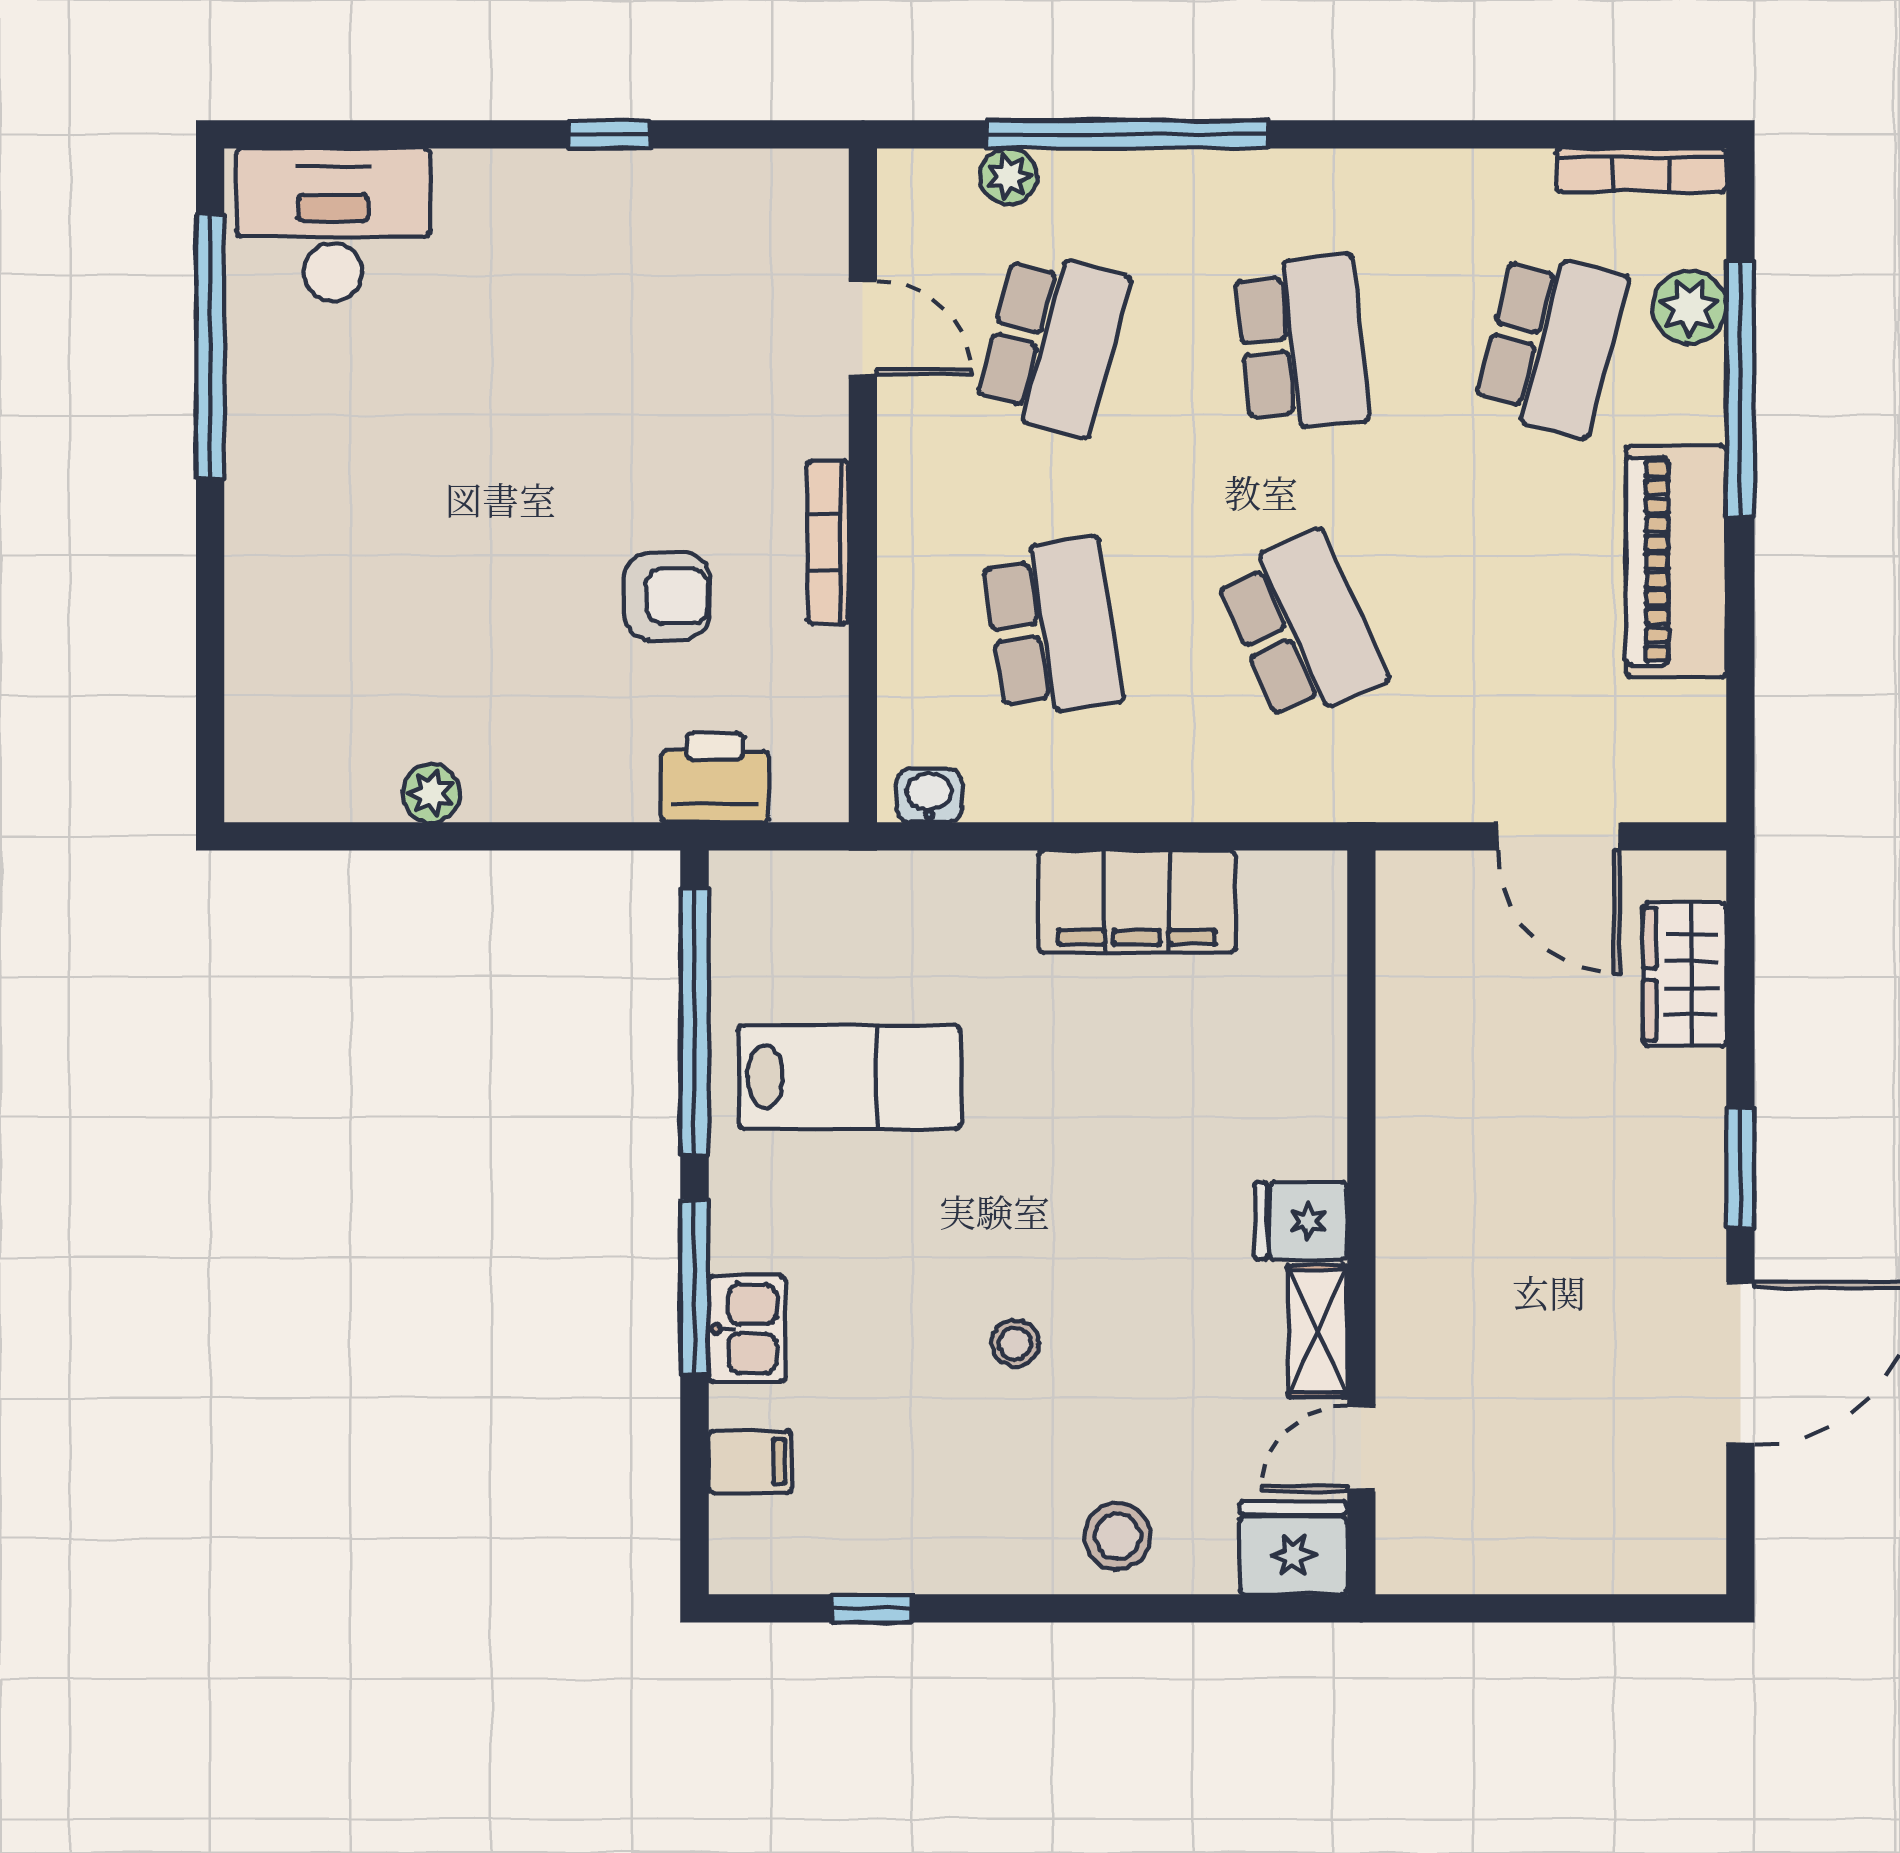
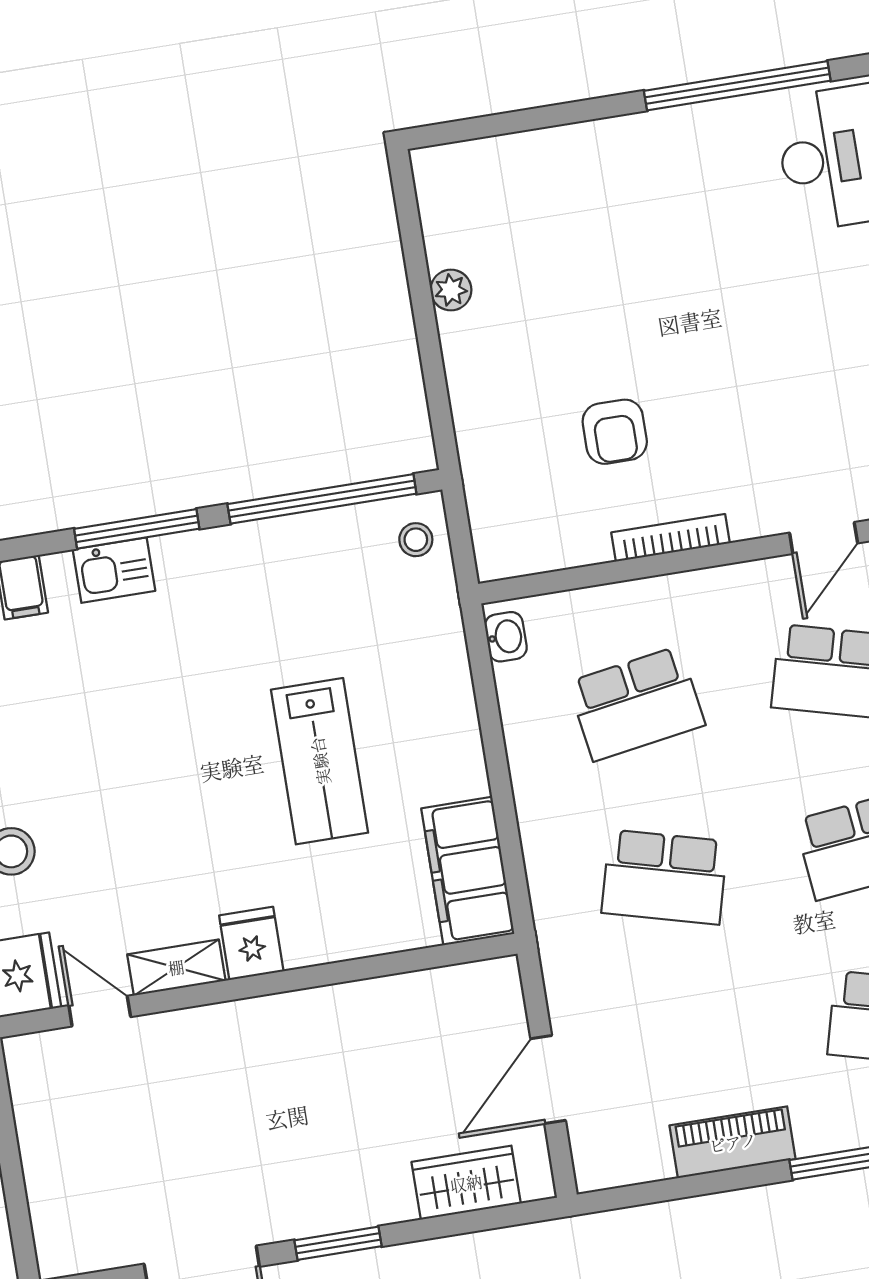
piano: (1676, 561) -> (733, 1142), width x0.73, depth x0.75
school desk: (1302, 627) -> (664, 877), turned 39
printer: (715, 778) -> (494, 486), removed
filing cabinet: (1137, 901) -> (468, 871), moved
lab bench: (850, 1077) -> (320, 761), moved
stool: (1015, 1343) -> (416, 540), moved

